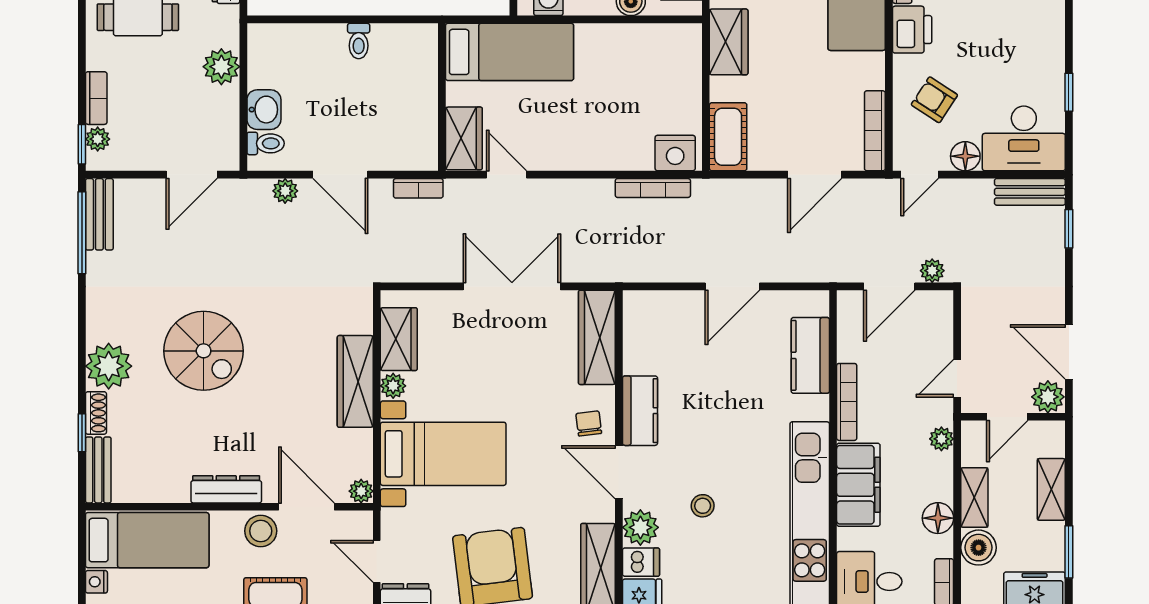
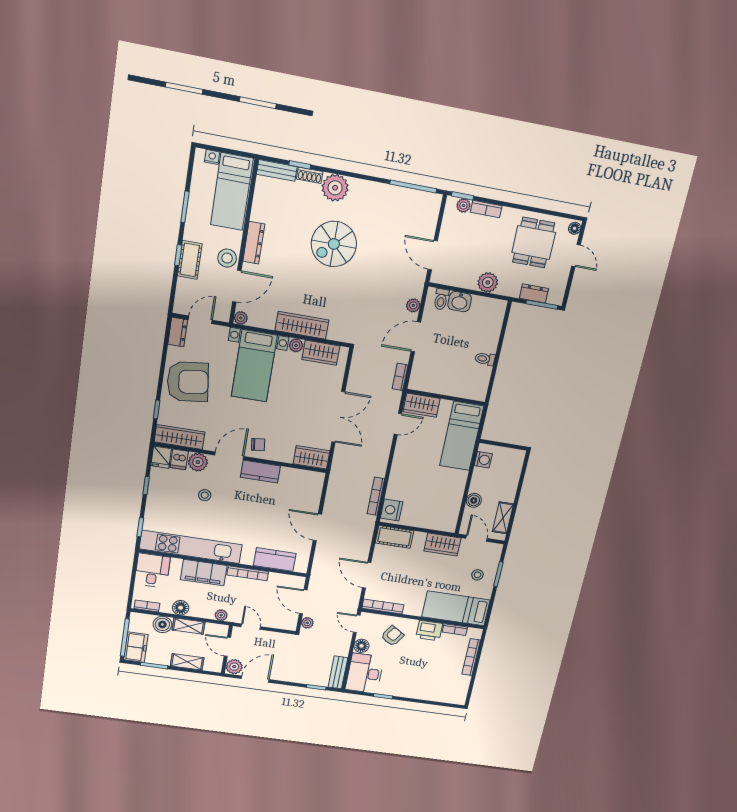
bench: (99, 214) -> (421, 199), removed
wardrobe: (597, 337) -> (311, 457), width x0.67

